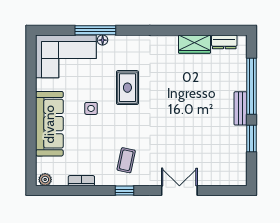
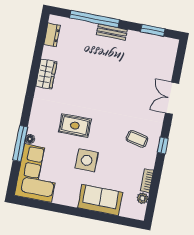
wardrobe: (194, 44) -> (46, 74), moved
side table: (91, 108) -> (87, 160), width x1.87, depth x1.87
sofa: (49, 124) -> (100, 200), width x0.73
window: (252, 138) -> (153, 30), moved
plant: (45, 180) -> (143, 198), moved

